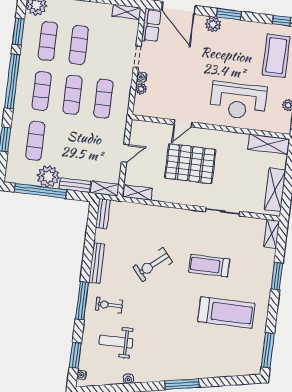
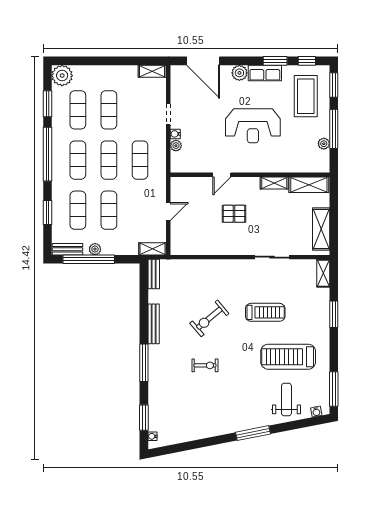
window: (229, 14) -> (275, 61), moved
row of seats: (151, 25) -> (265, 73), moved, turned 90
reception desk: (238, 101) -> (253, 126), moved
exercise mat: (66, 145) -> (109, 210), added
pallet: (190, 164) -> (234, 214), width x0.49, depth x0.50
plant: (48, 176) -> (95, 249), width x0.53, depth x0.53
bench: (75, 185) -> (67, 249), moved
shelving: (138, 193) -> (274, 183), moved
treadmill: (209, 266) -> (265, 312), turned 180
exercise bike: (109, 305) -> (205, 365), moved, turned 180
treadmill: (226, 313) -> (288, 357), turned 180
weight bench: (116, 342) -> (286, 400), moved, turned 90
water cooler: (128, 379) -> (316, 412), moved

